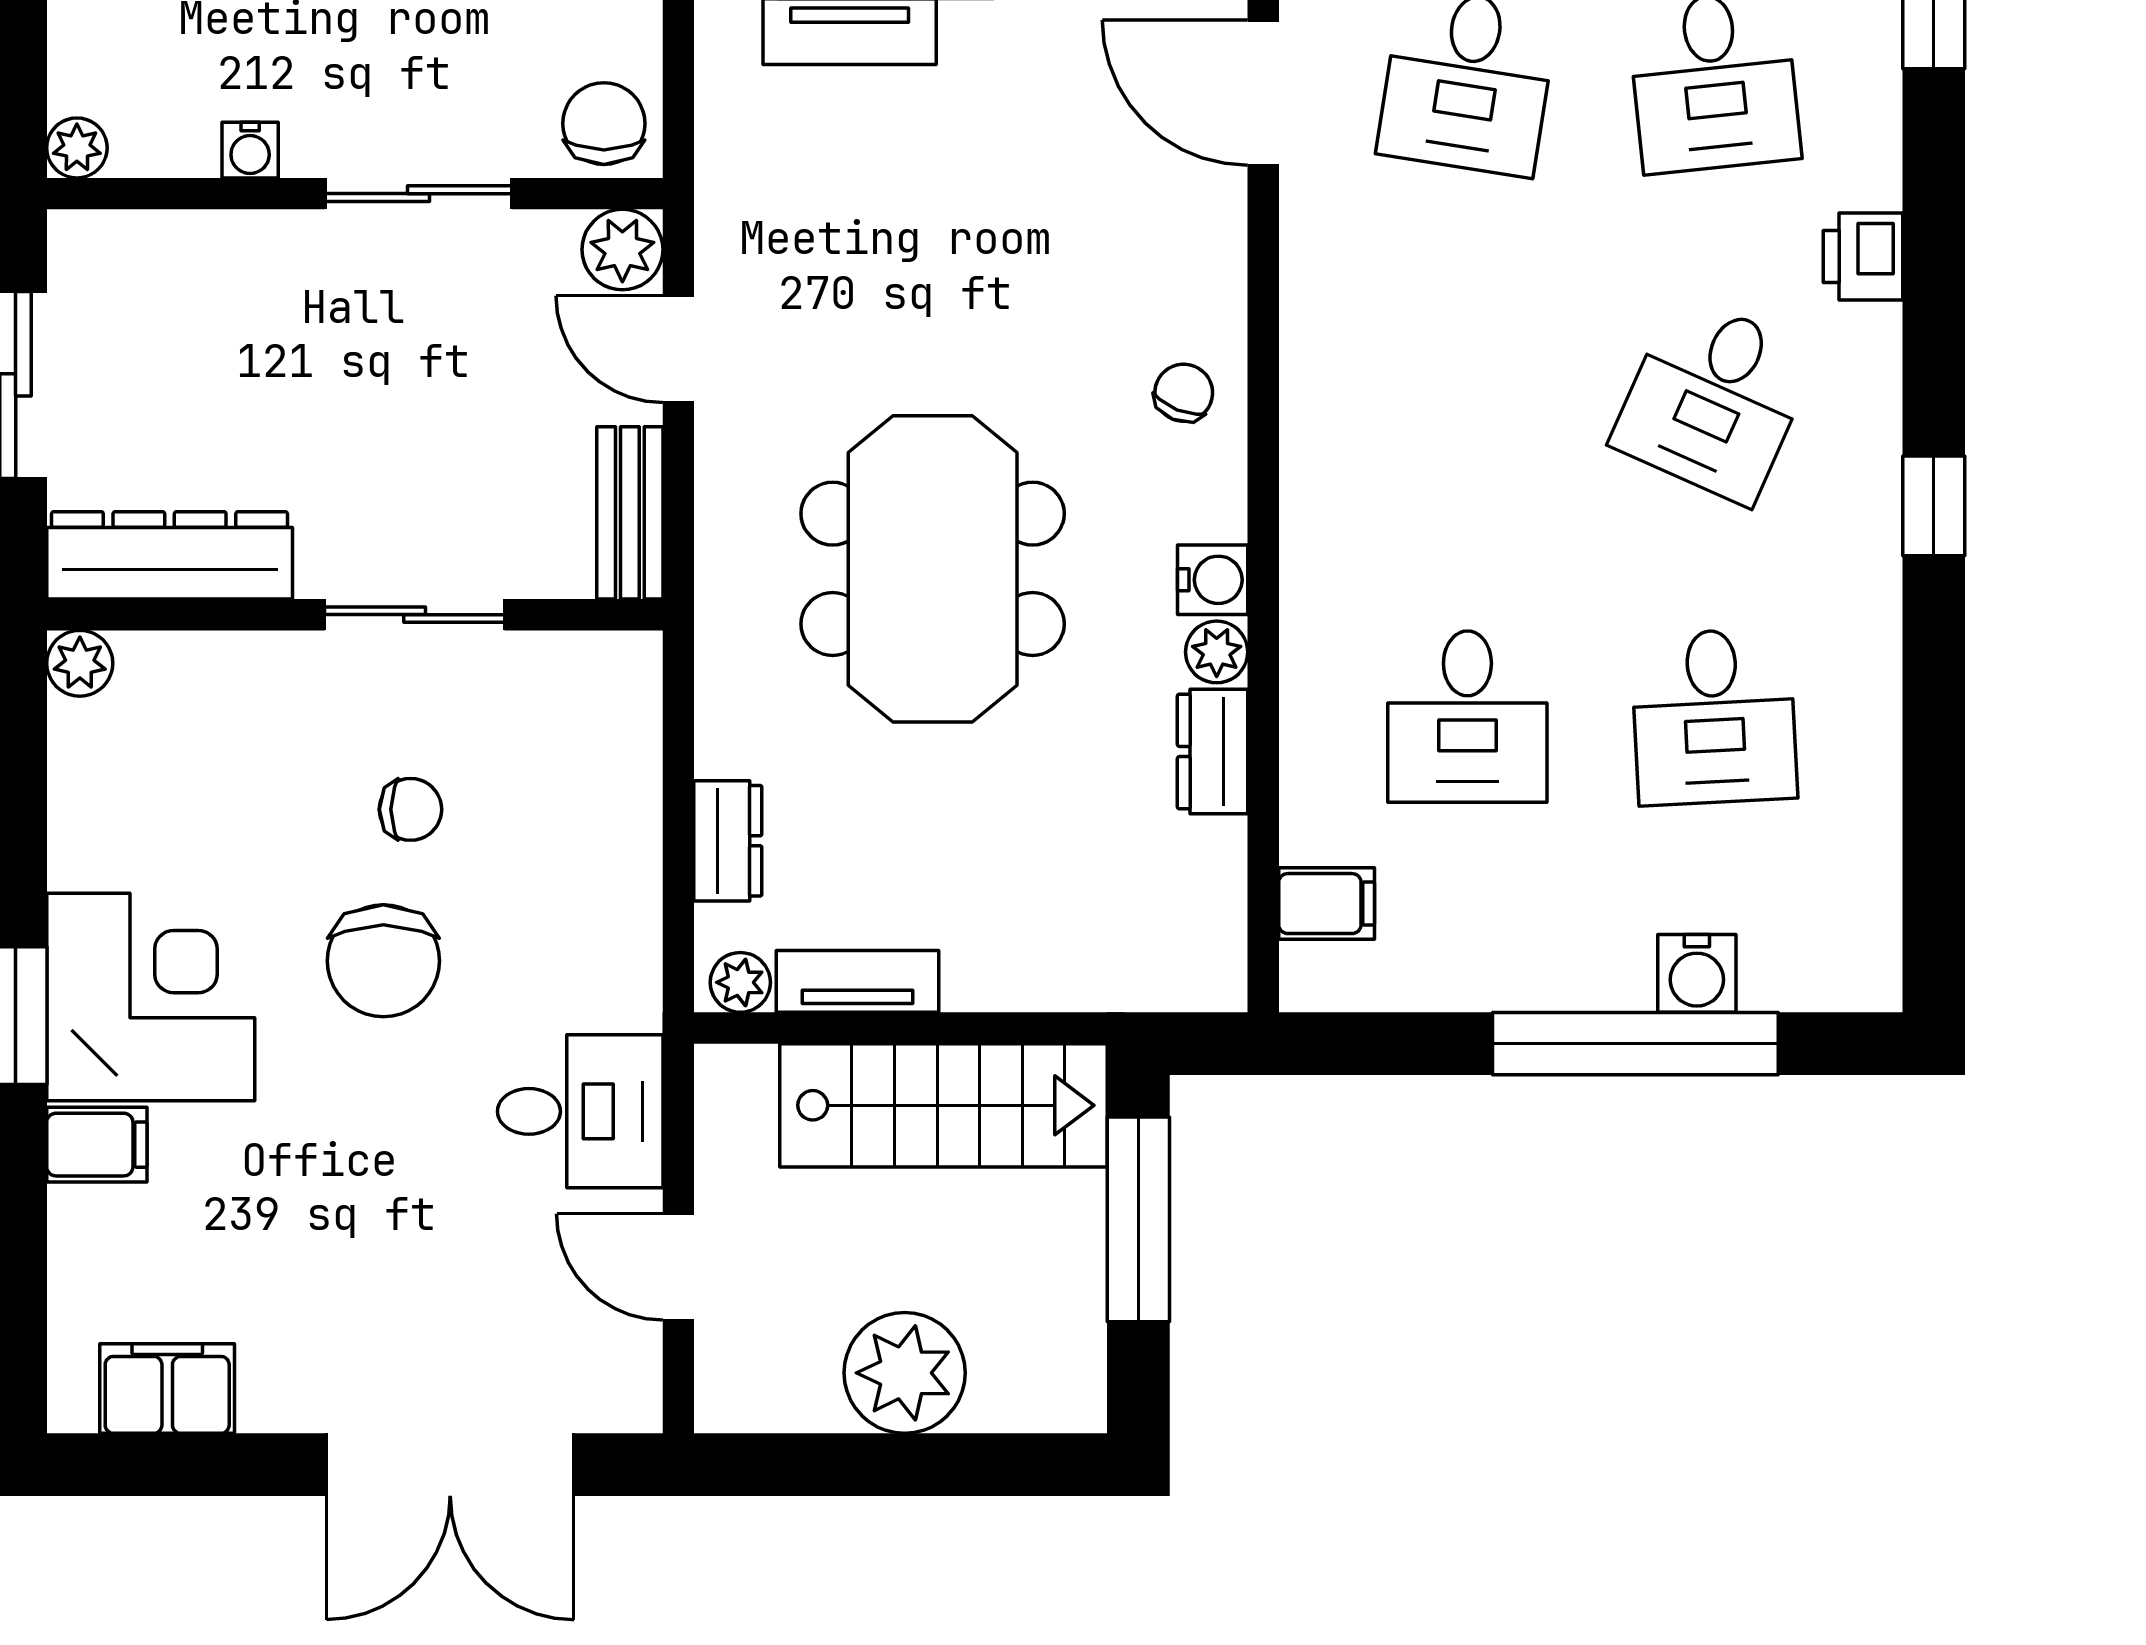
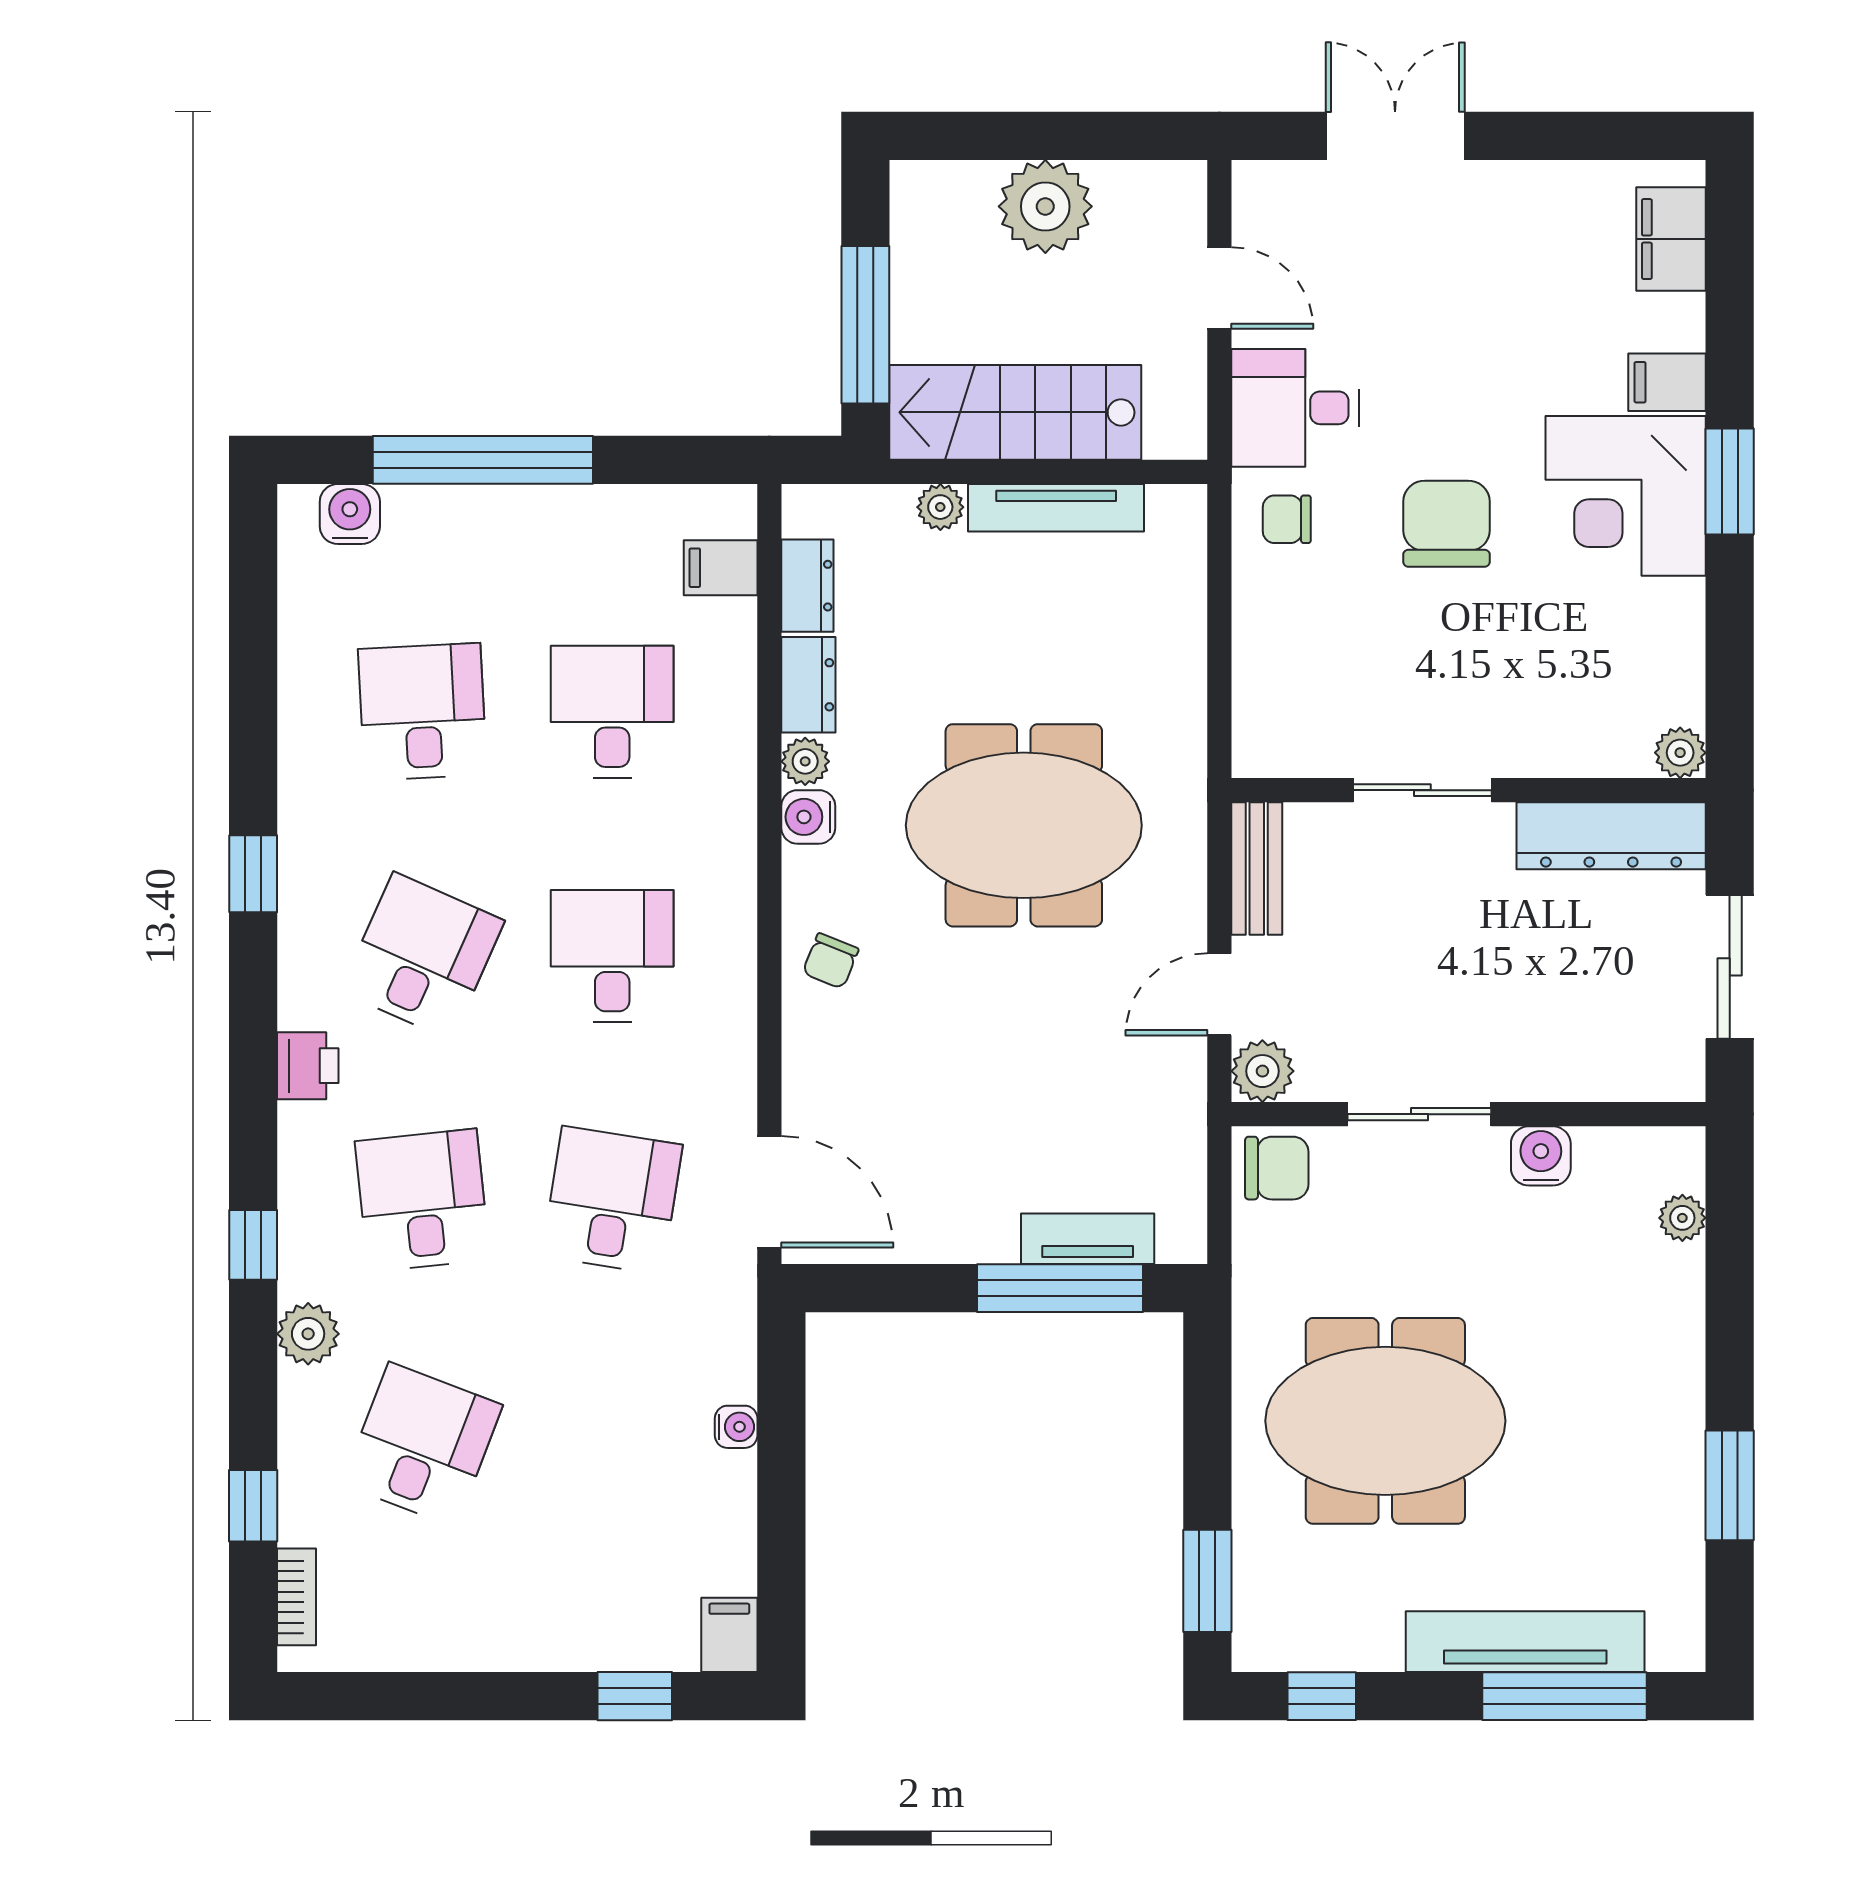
chair: (604, 124) -> (1277, 1168), turned -90
plant: (77, 148) -> (1682, 1218), moved
water cooler: (250, 150) -> (1541, 1156), width x1.38, depth x1.38
door: (678, 349) -> (1219, 994), swing flipped
desk: (1467, 399) -> (612, 956), added
meeting table: (933, 569) -> (1024, 825), turned 90
chair: (410, 809) -> (1287, 519), moved
dresser: (728, 841) -> (807, 586), moved, turned 180
water cooler: (1697, 973) -> (350, 514), moved
tv unit: (858, 981) -> (1056, 508), width x1.41
plant: (740, 982) -> (940, 507), moved
filing cabinet: (167, 1389) -> (1671, 239), moved, turned 90
double door: (450, 1465) -> (1395, 136), width x0.73

